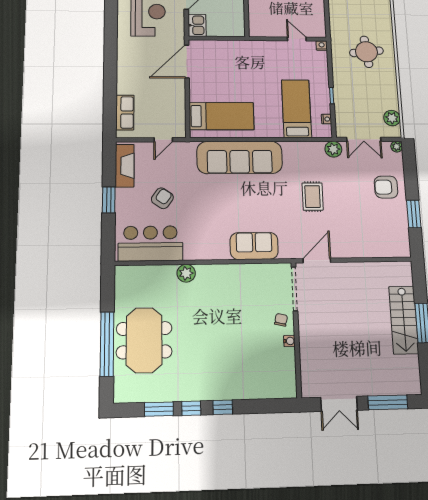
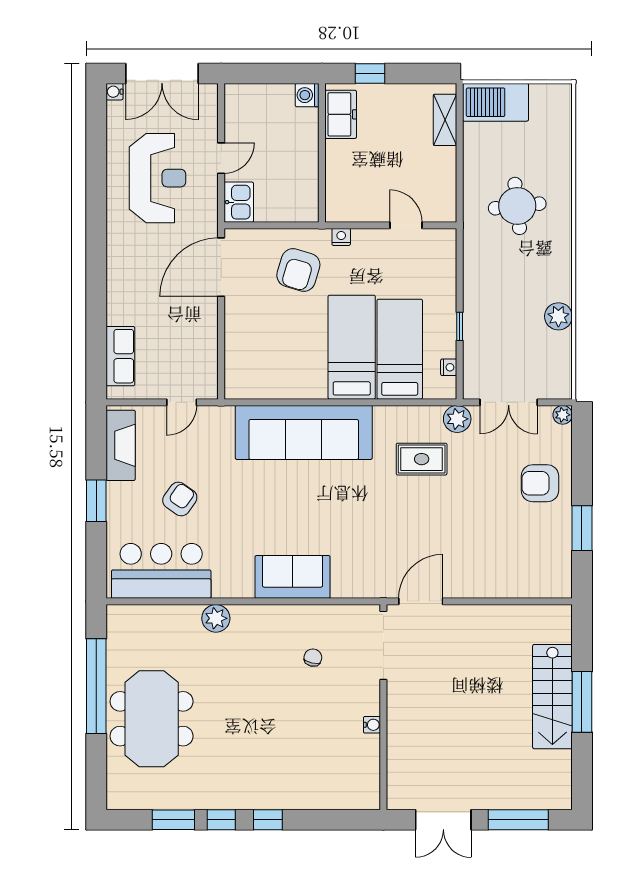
nightstand: (322, 46) -> (341, 237), moved
round table: (366, 52) -> (517, 206), moved
armchair: (234, 63) -> (298, 270), added
bed: (222, 116) -> (352, 347), moved, turned -90
plant: (392, 118) -> (558, 316), moved
rug: (313, 197) -> (422, 459), moved, turned 90
sofa: (254, 246) -> (293, 577), moved
chair: (281, 320) -> (313, 658), moved
window: (107, 344) -> (96, 686), moved

